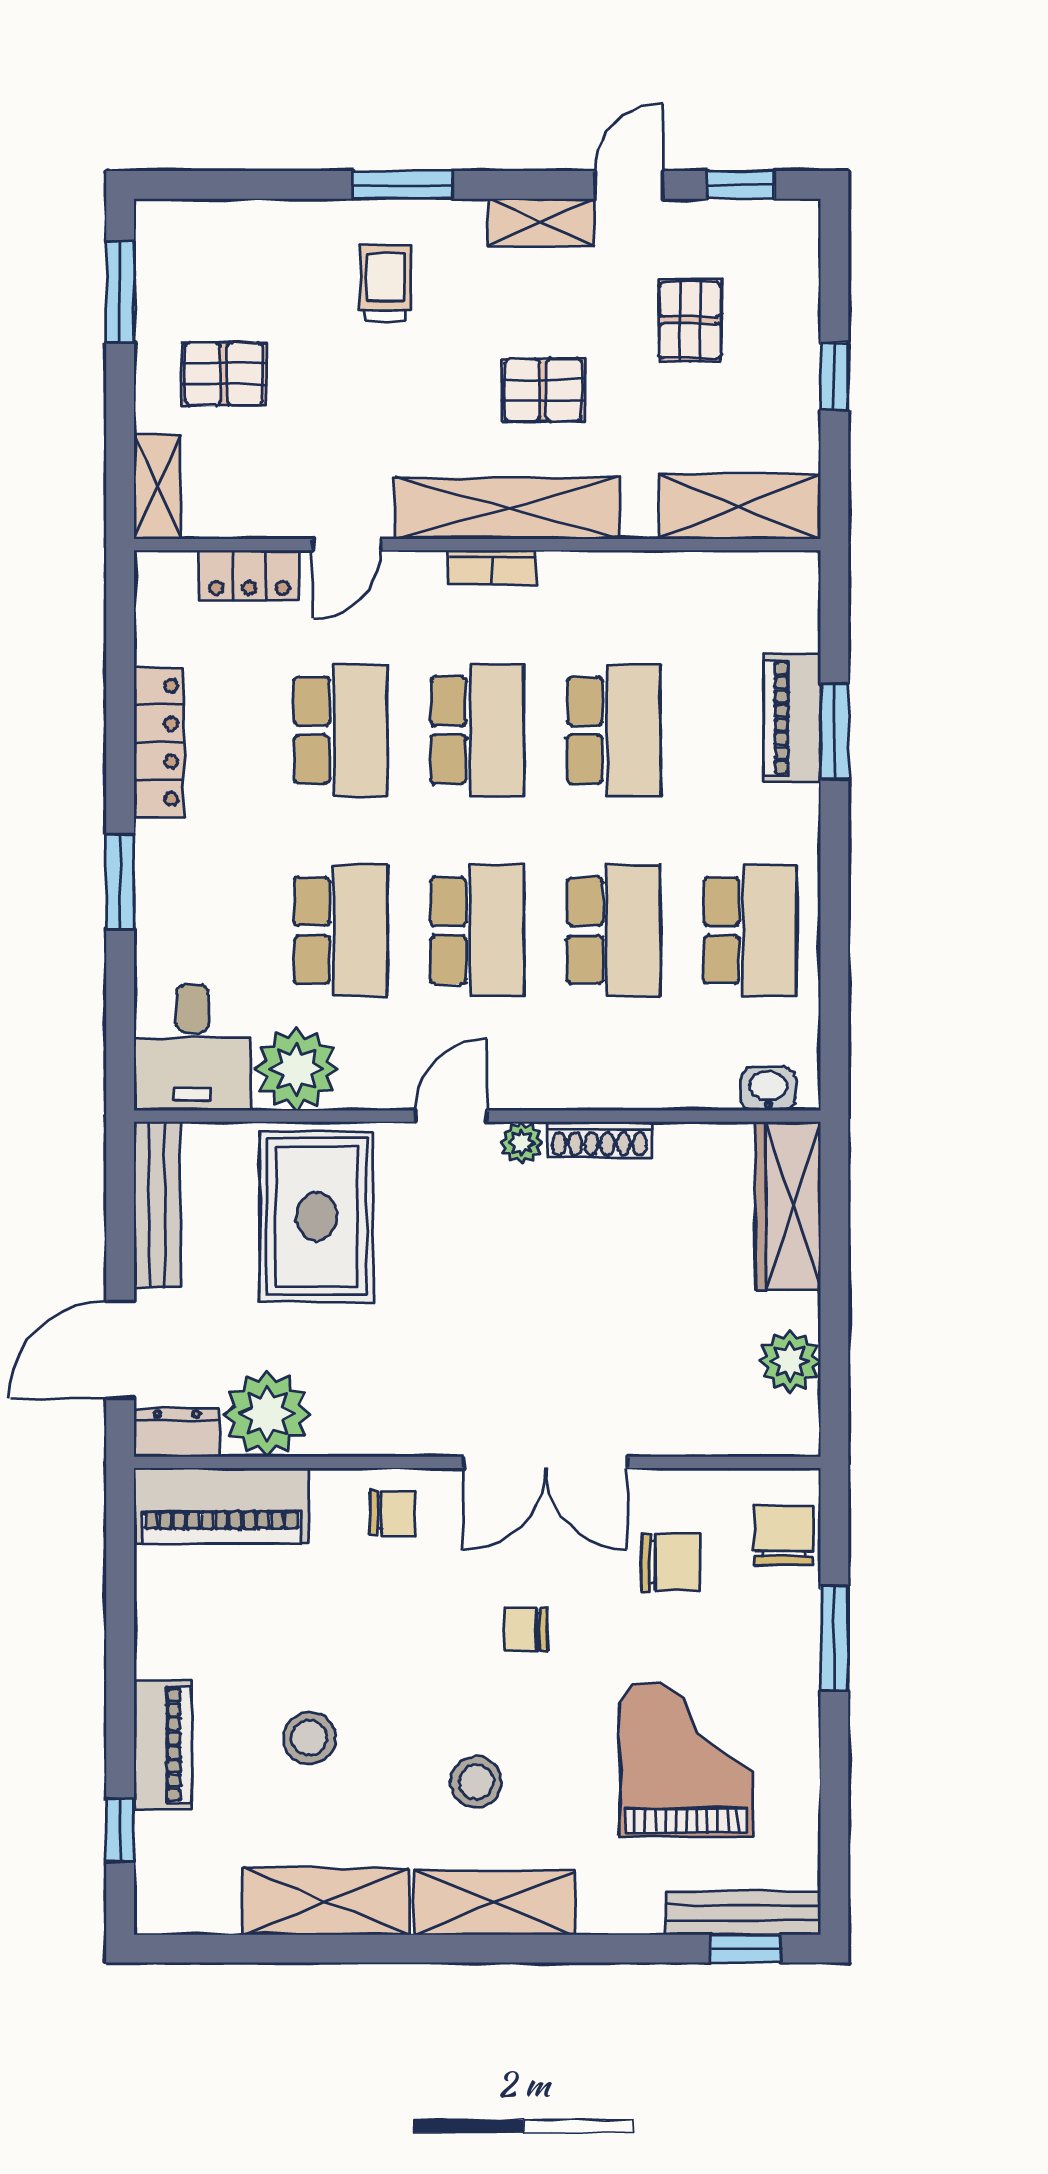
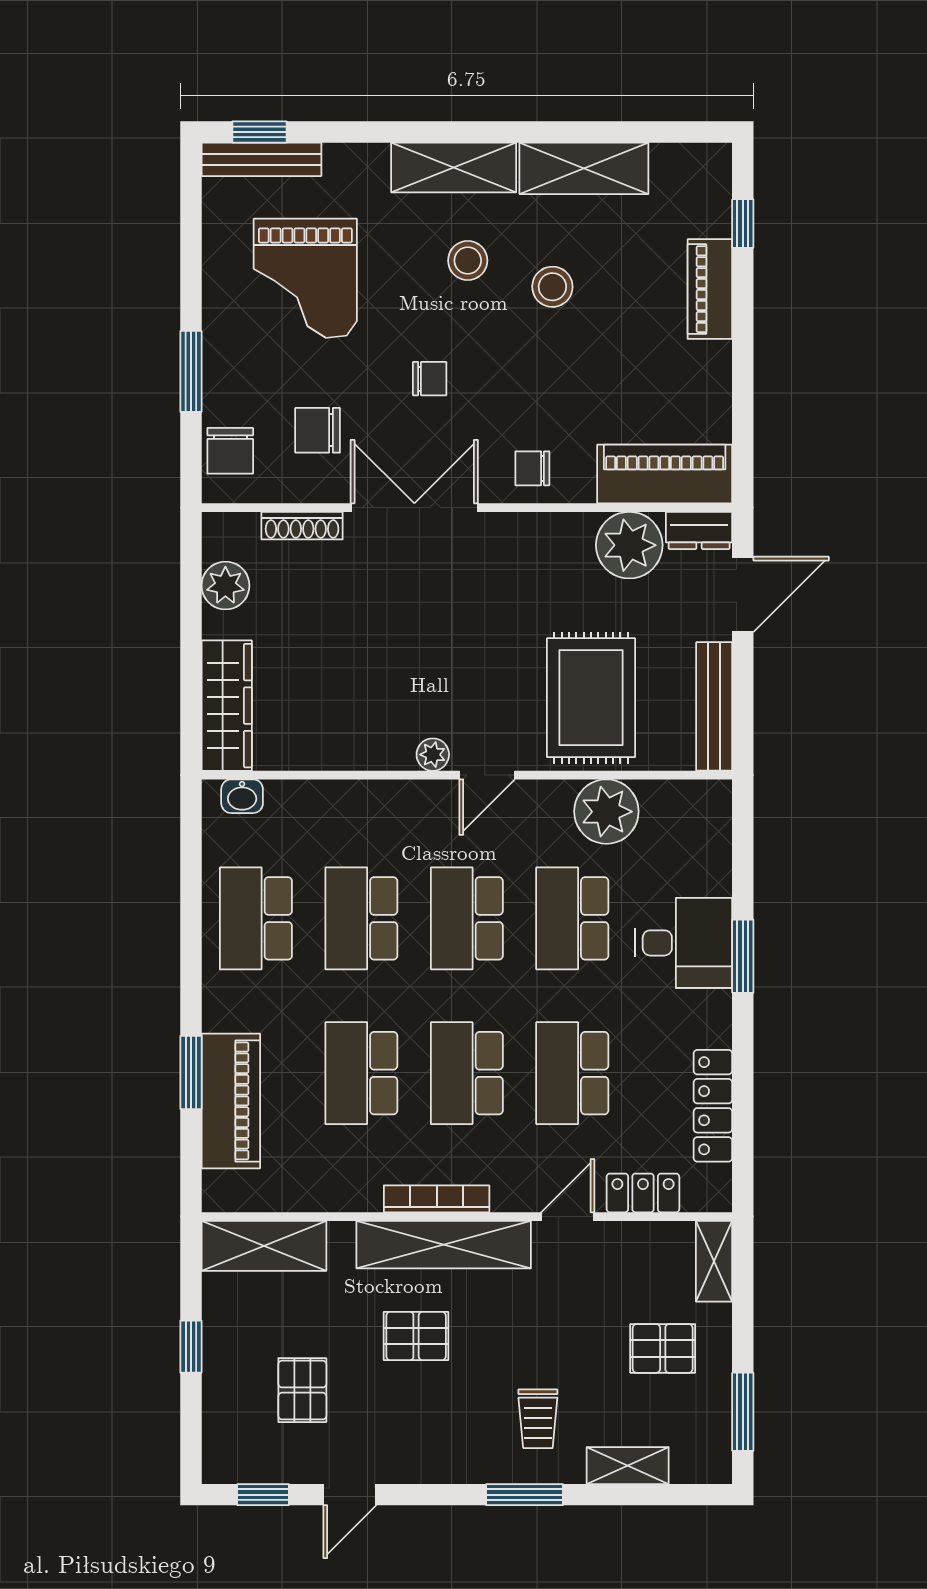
shelving: (541, 222) -> (628, 1466), moved
bookcase: (492, 568) -> (437, 1199), width x1.56
piano: (792, 718) -> (231, 1101), width x1.37, depth x1.33
locker: (159, 742) -> (713, 1106), moved
desk: (192, 1048) -> (684, 943), moved, turned 90
shoe rack: (599, 1139) -> (302, 526), moved, turned 180
stool: (309, 1738) -> (552, 287), moved

